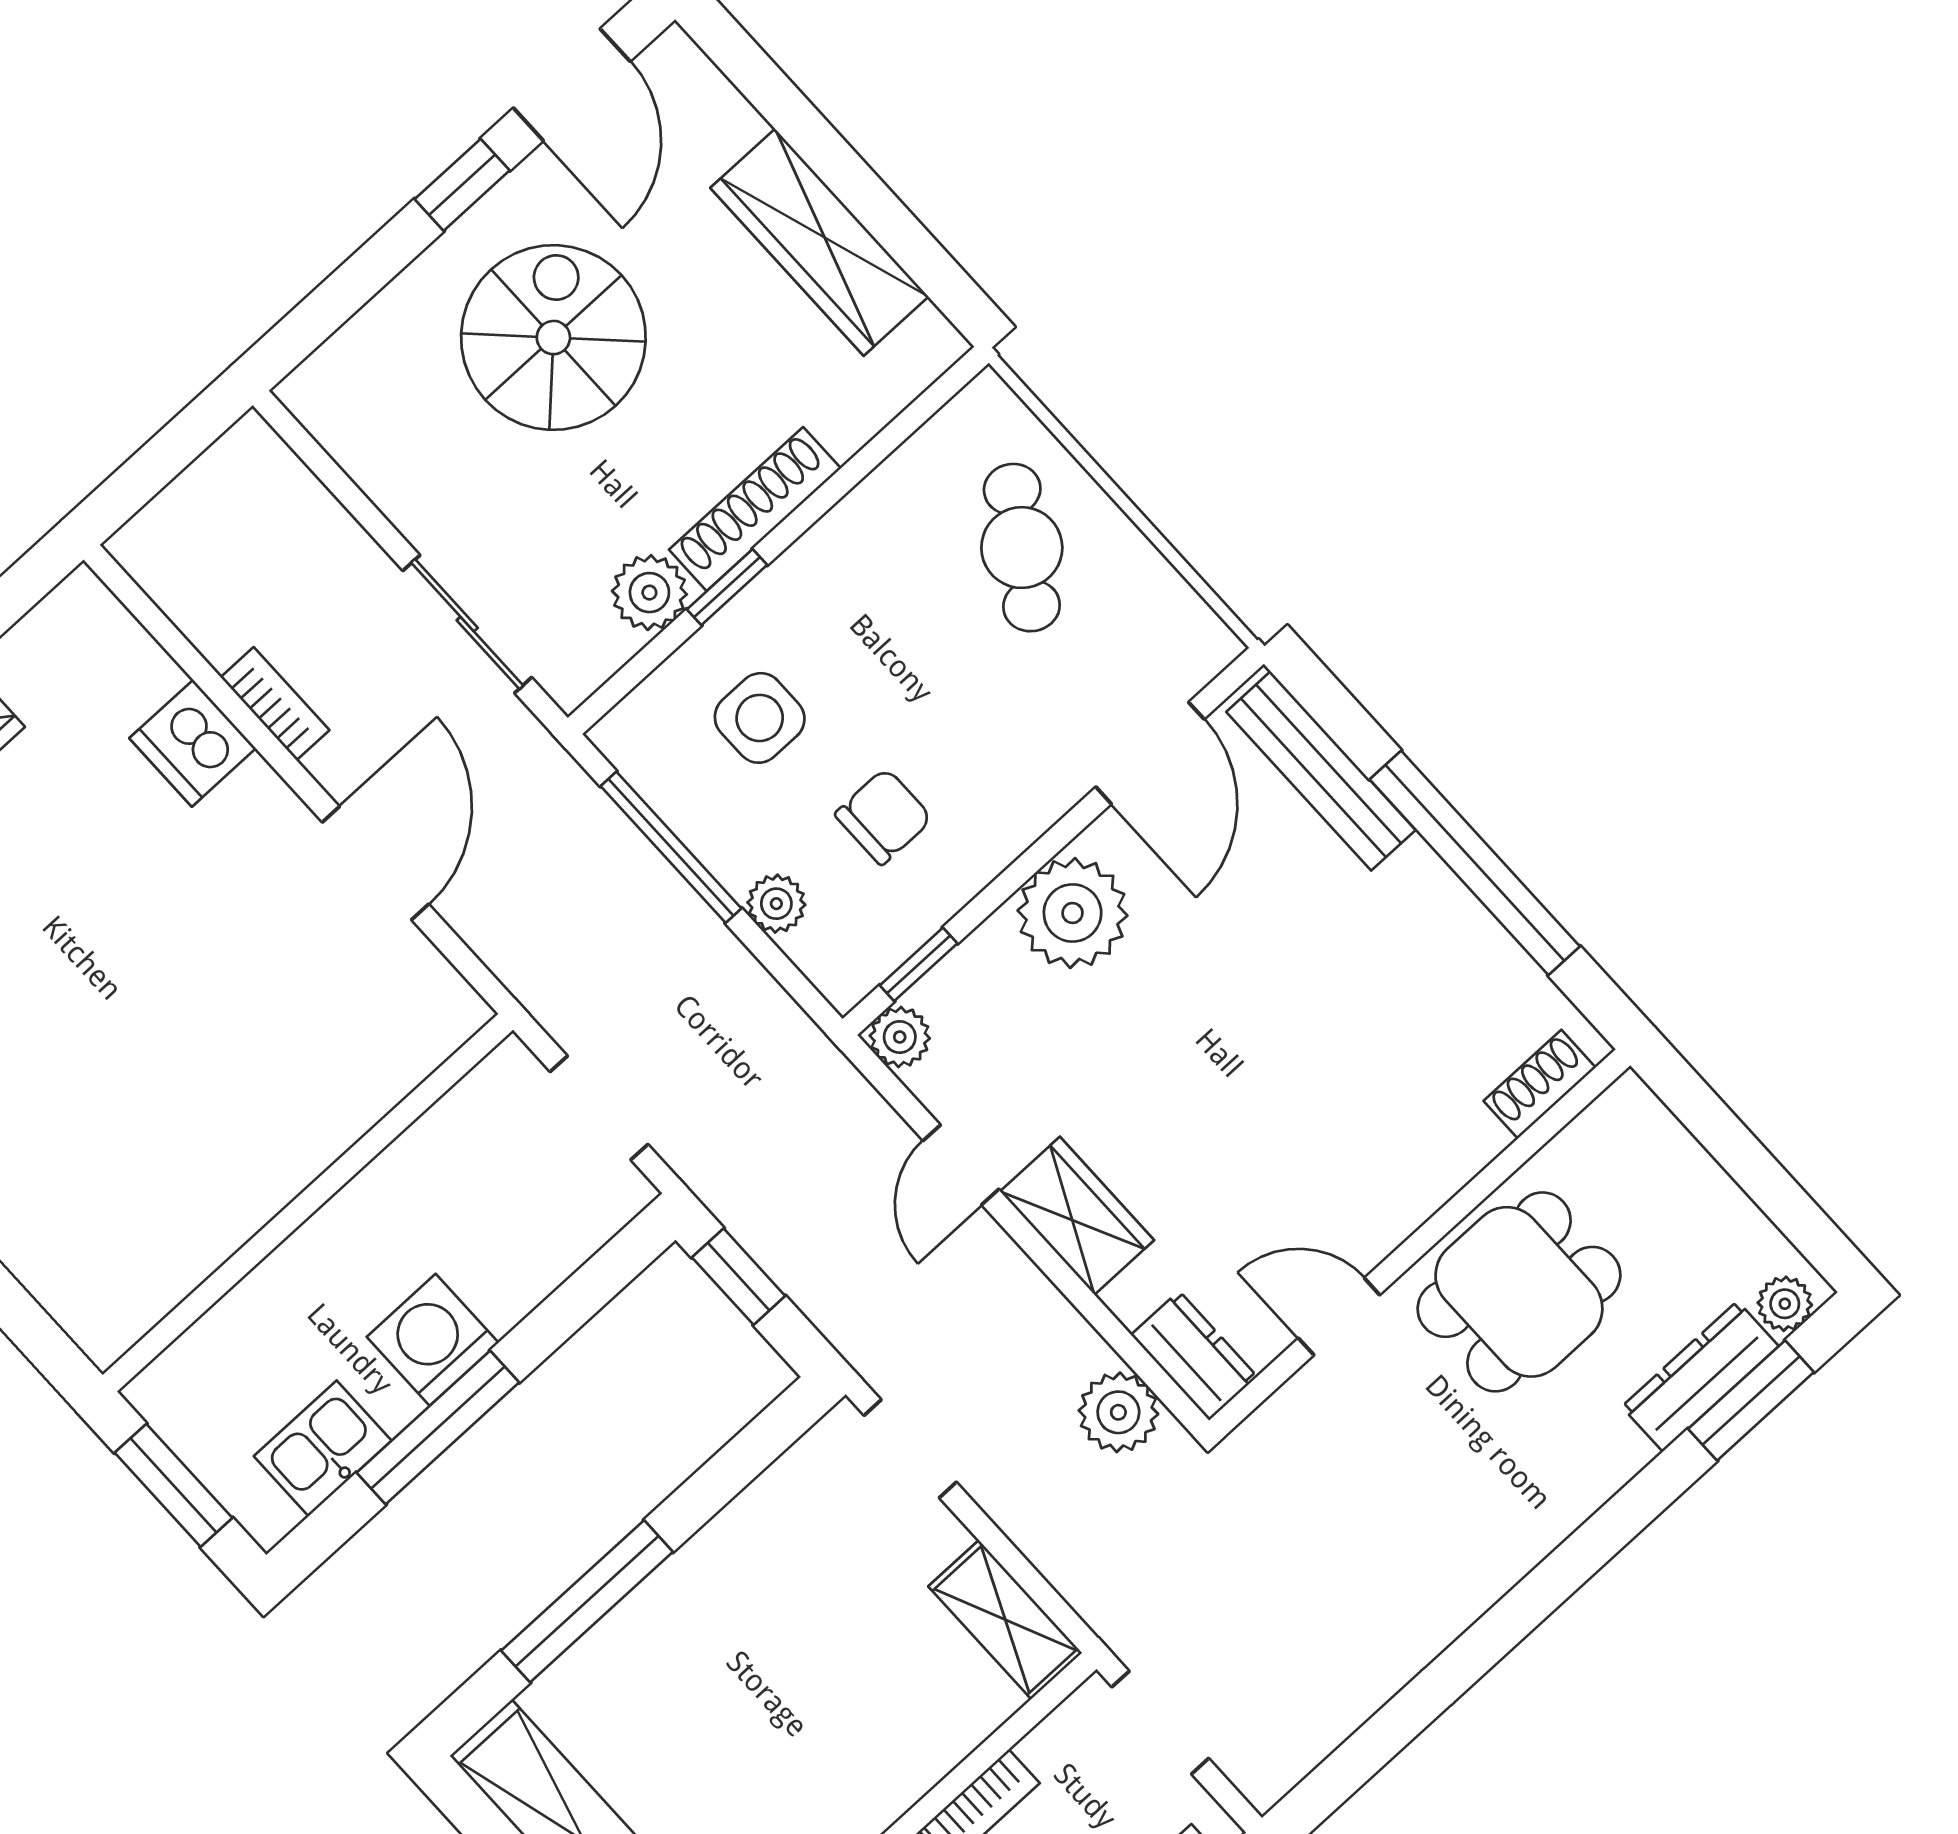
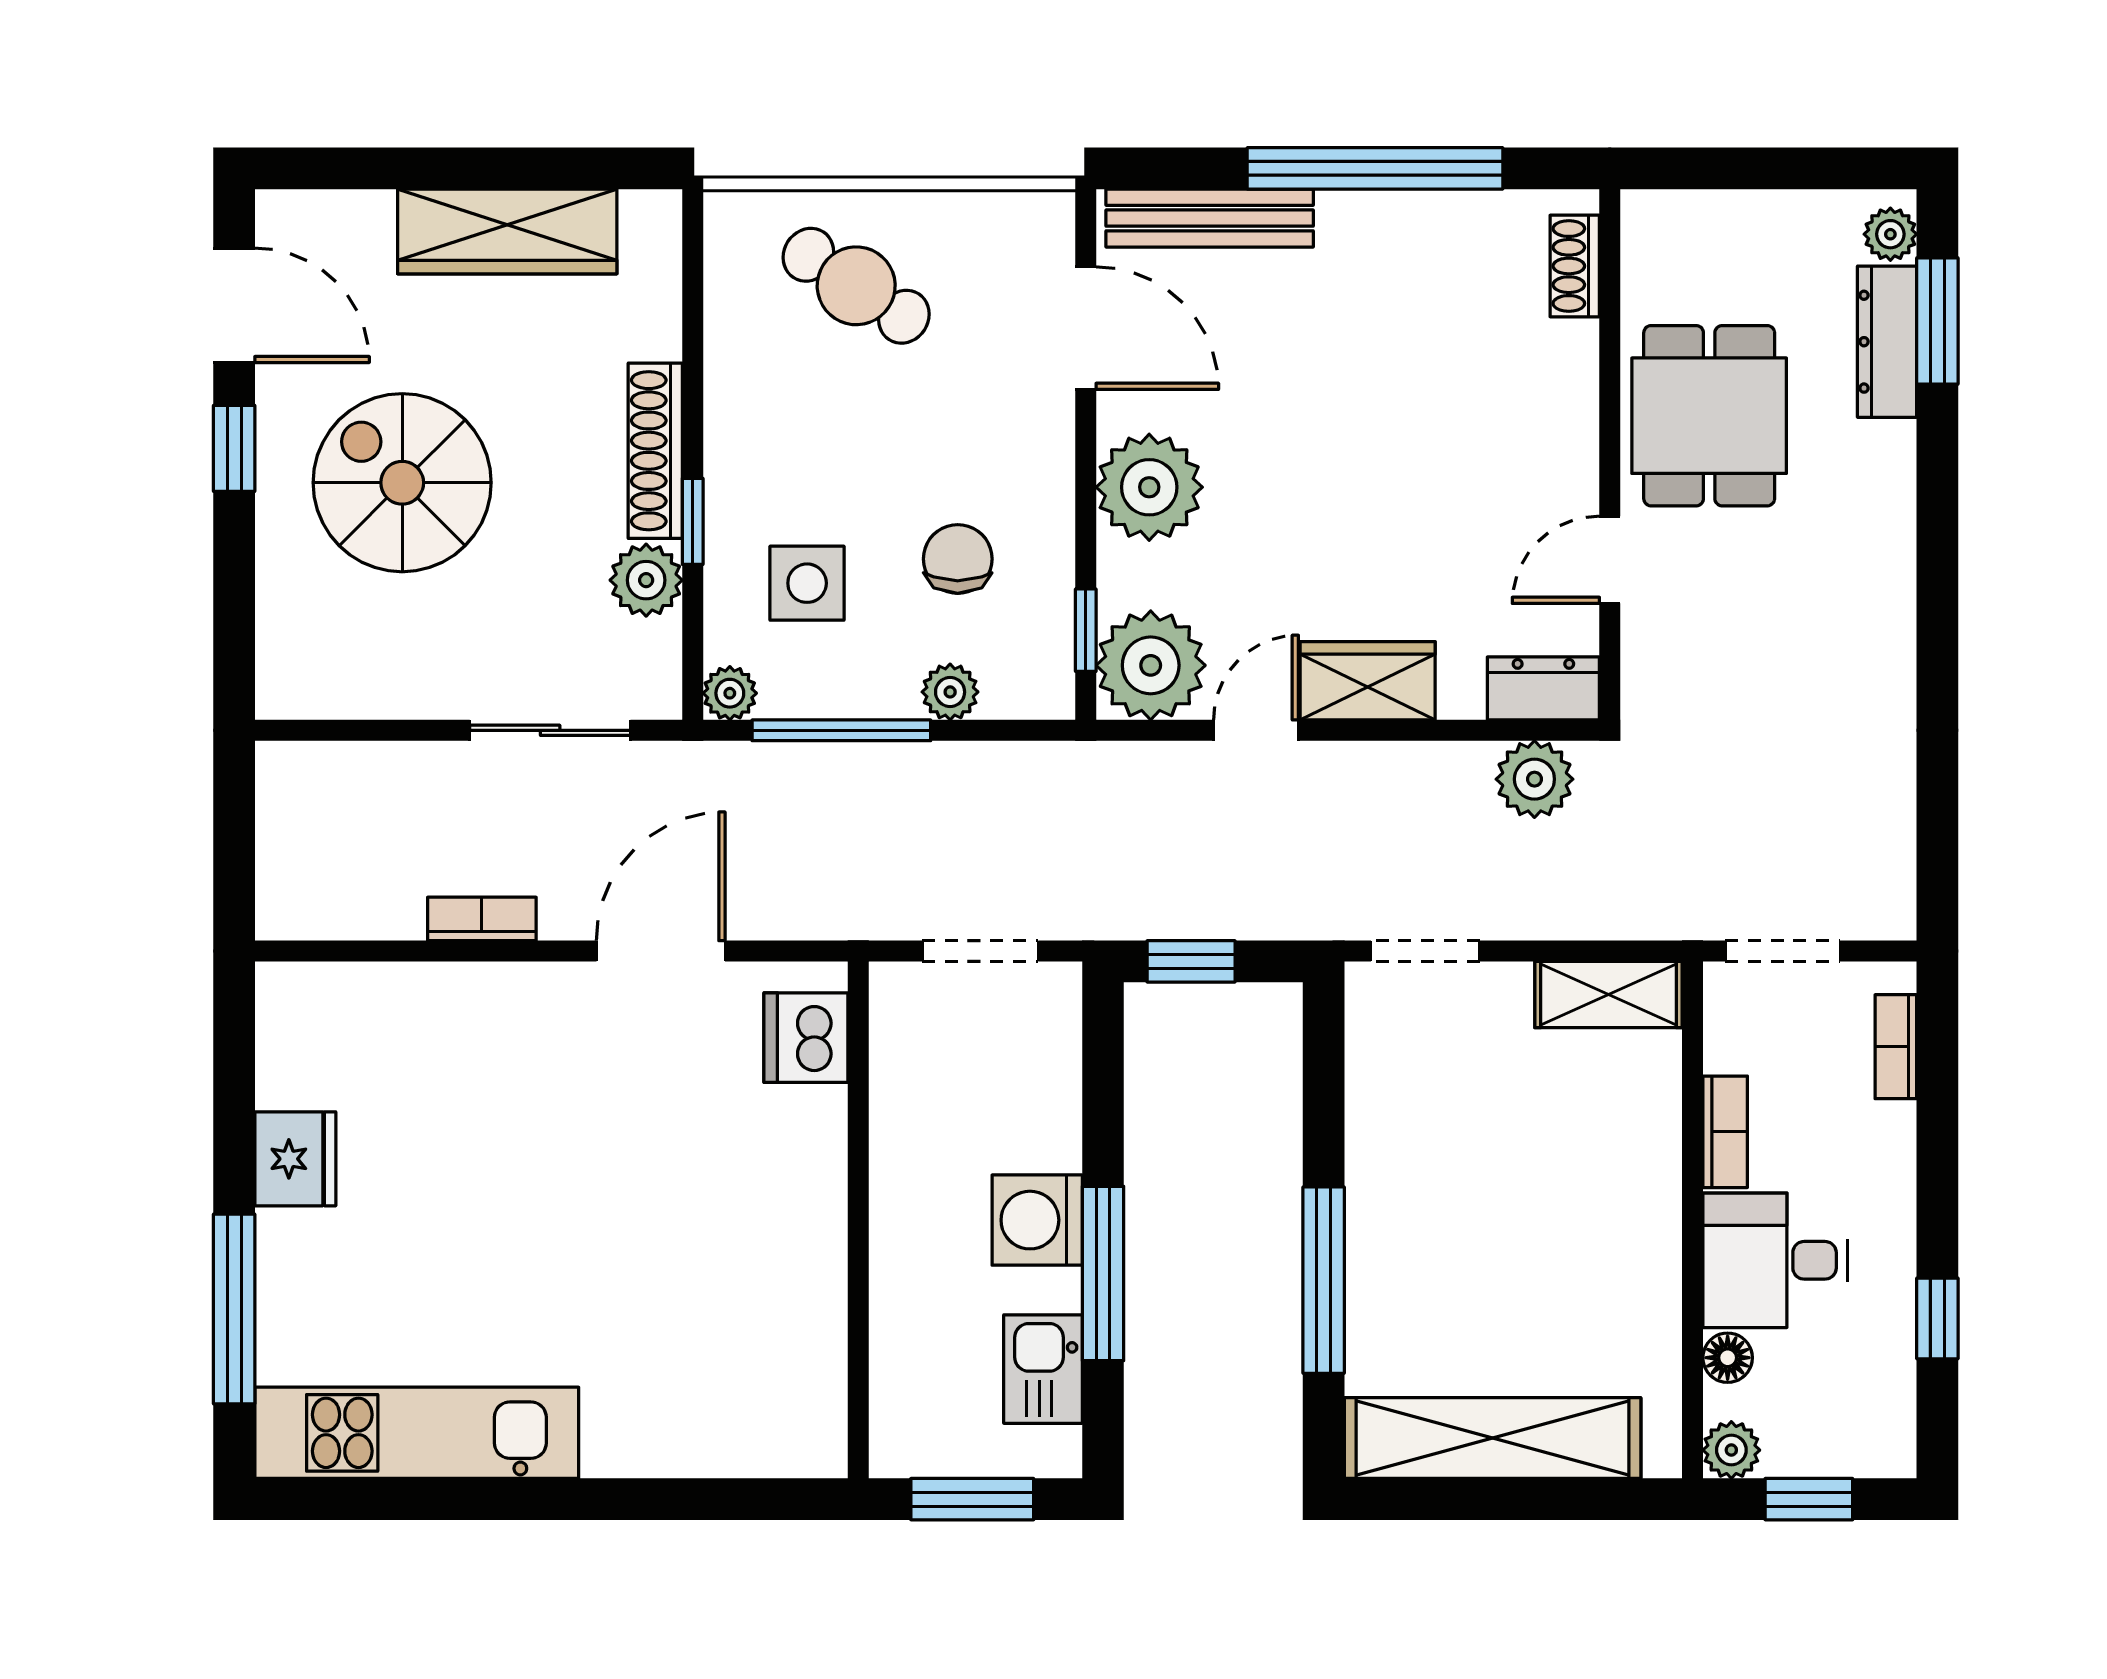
plant: (621, 736) -> (730, 693), added
dishwasher: (193, 743) -> (806, 1038), moved, turned 90
door: (376, 863) -> (661, 951), hinge flipped
plant: (900, 1037) -> (1151, 665), width x1.88, depth x1.88
door: (961, 1165) -> (1256, 730), swing flipped

